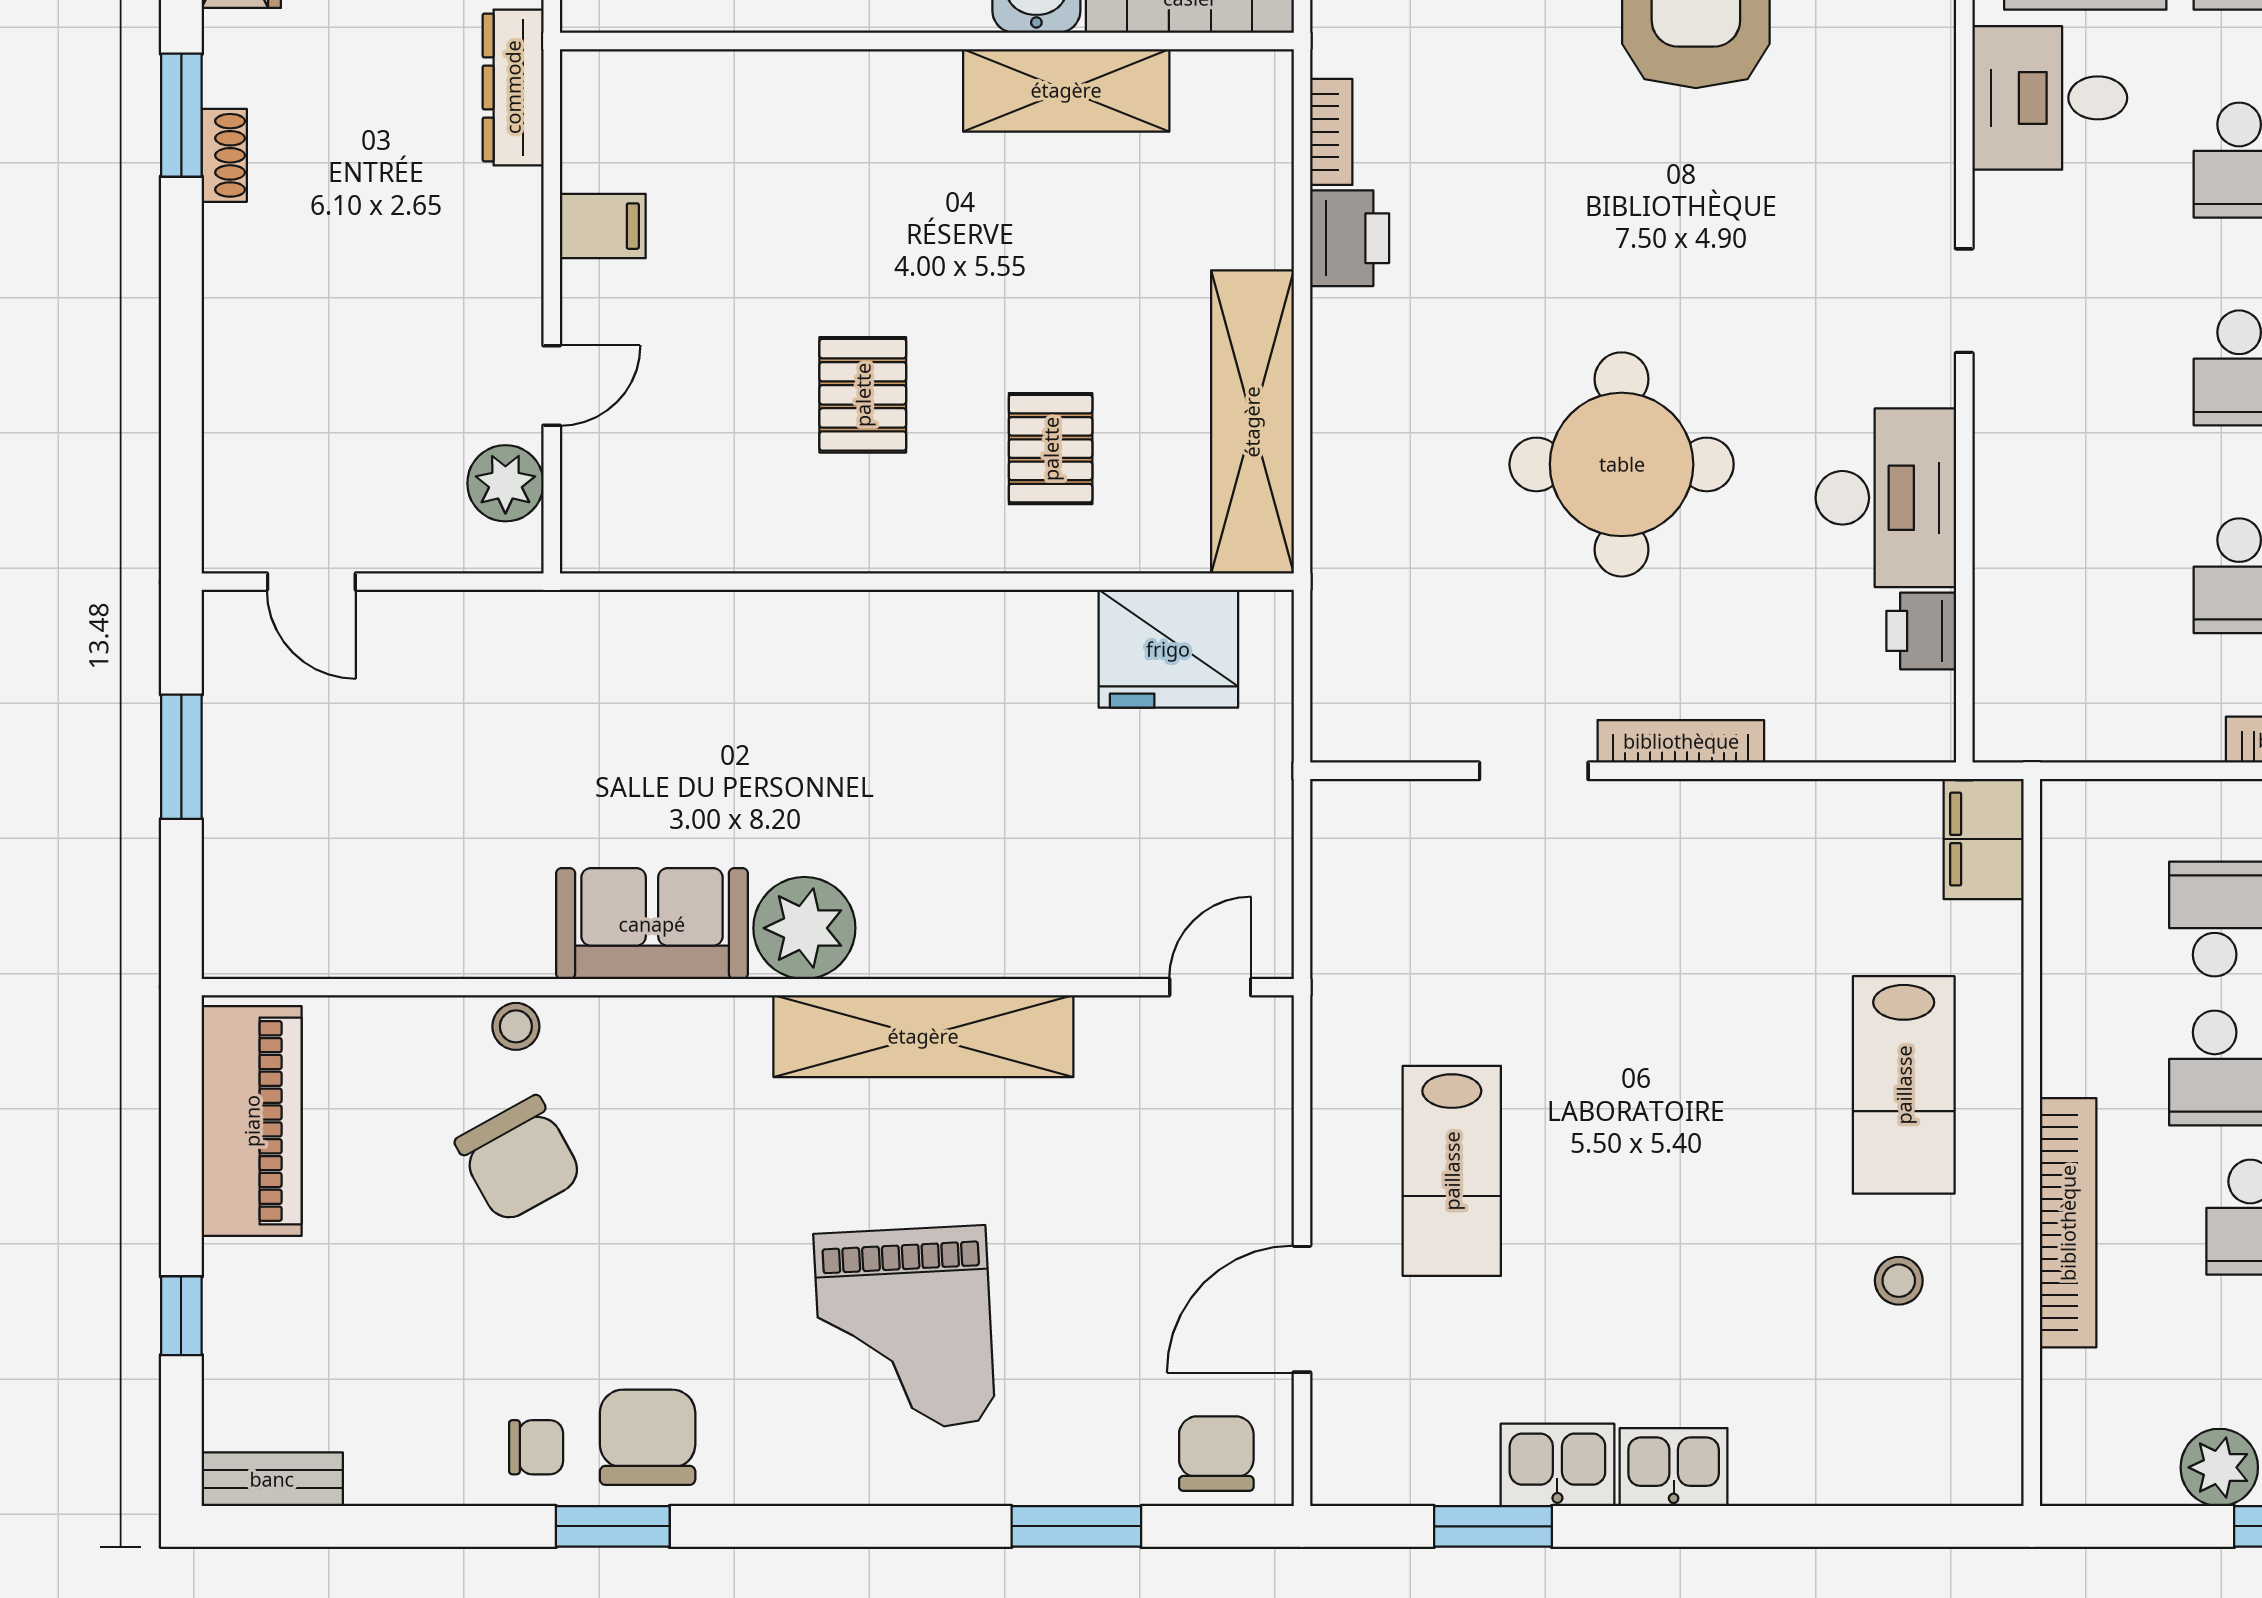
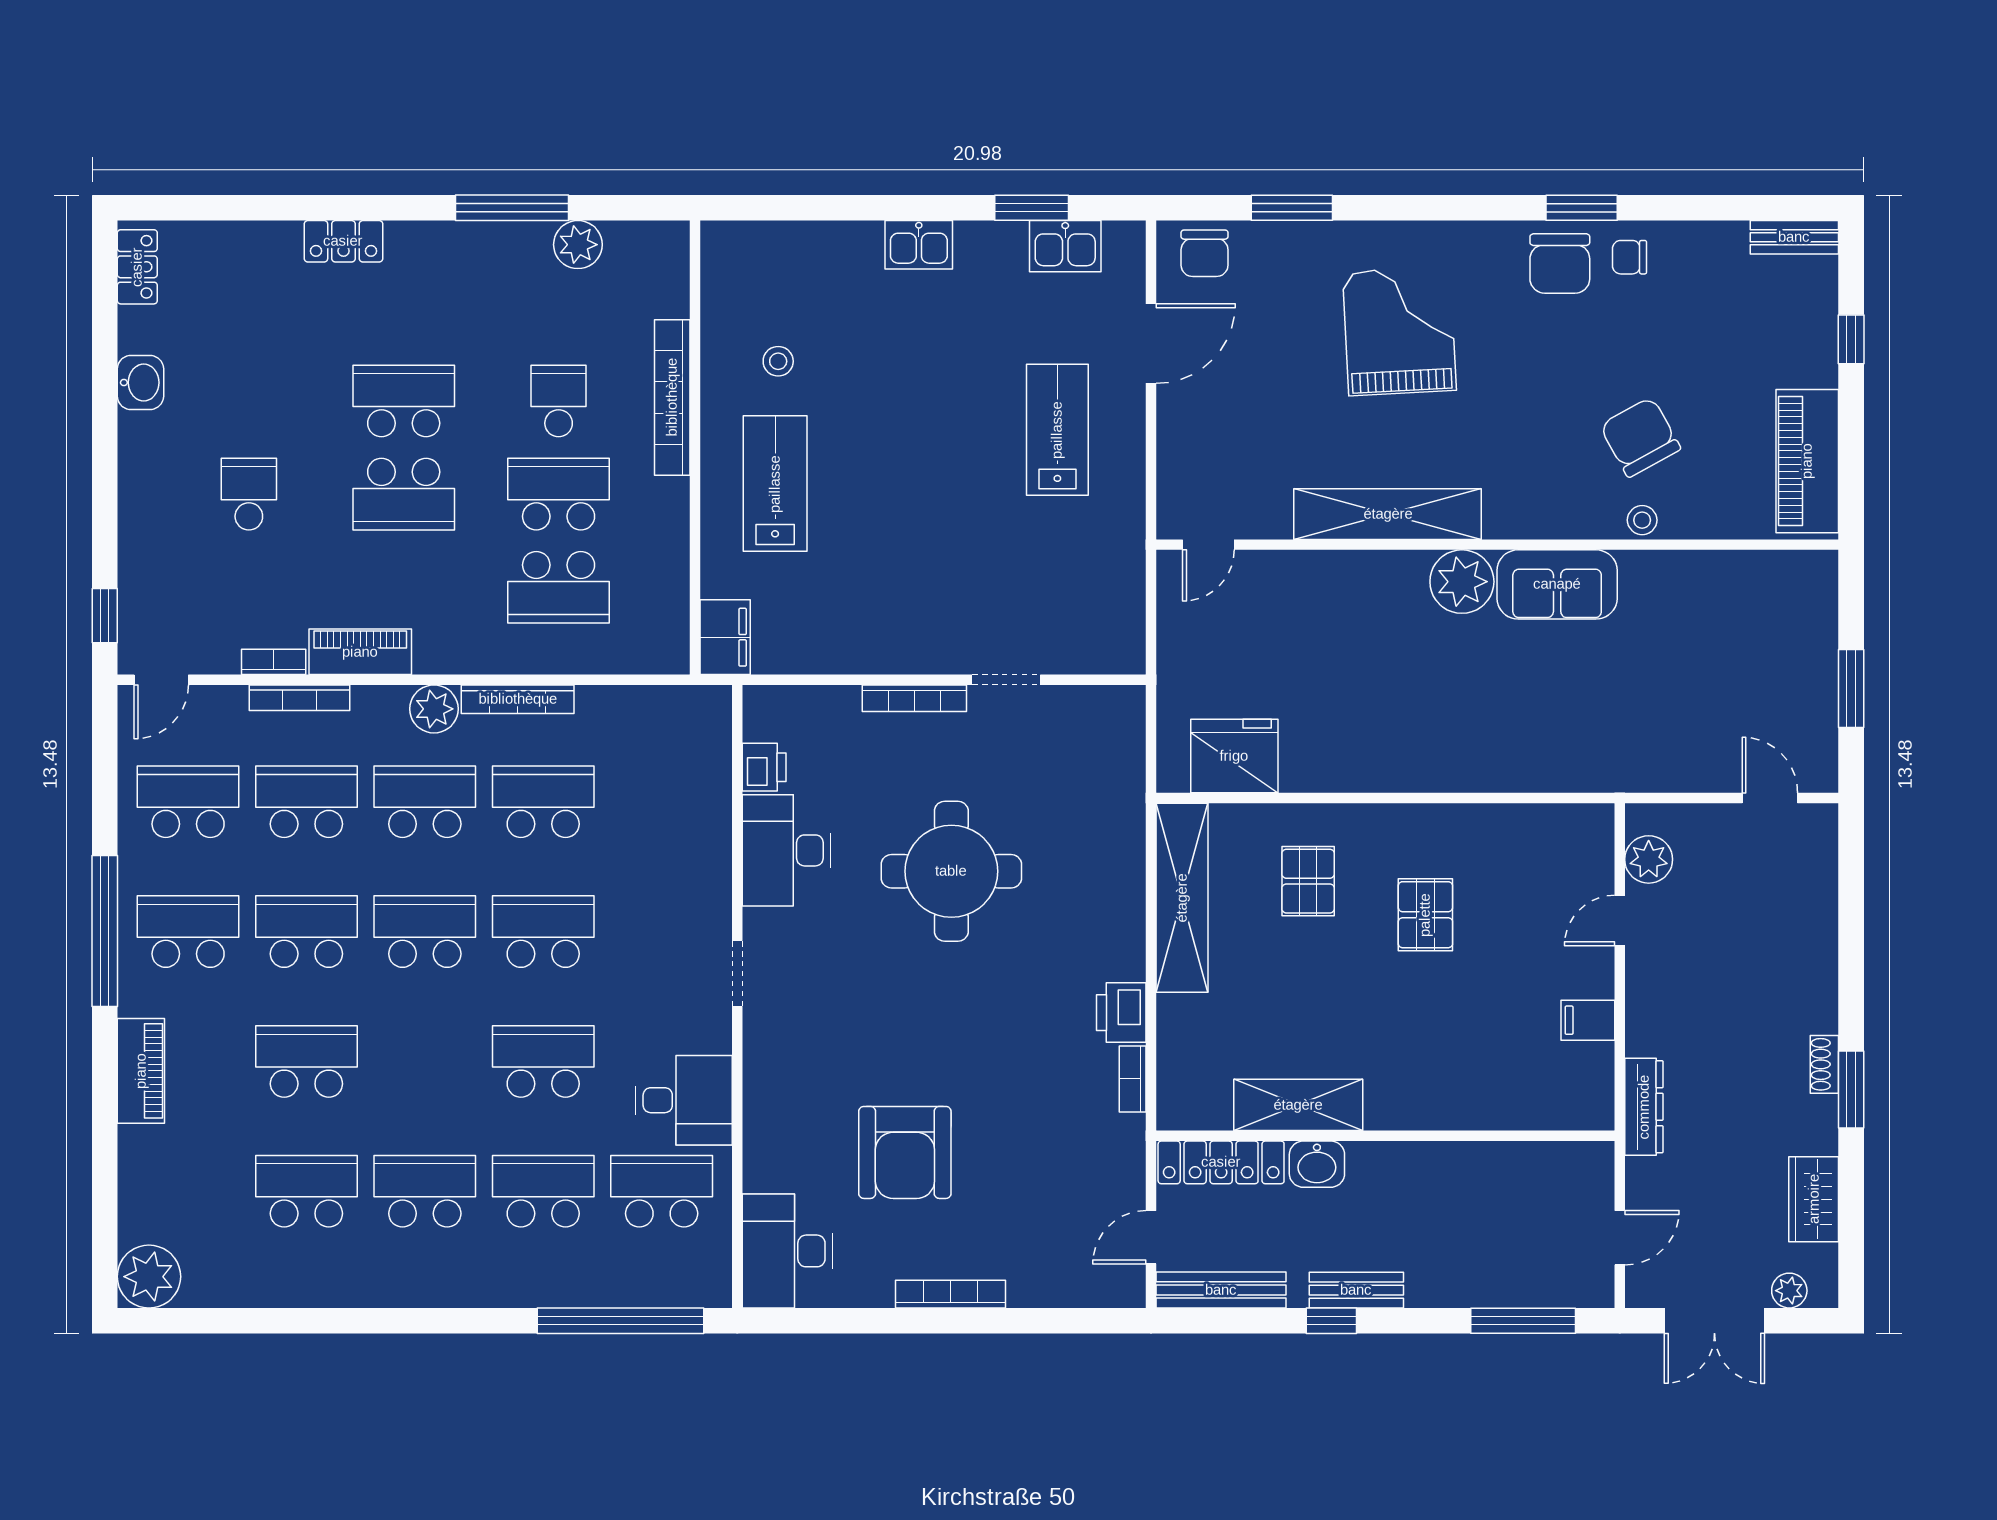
kitchen sink: (1557, 1465) -> (1065, 246), moved

